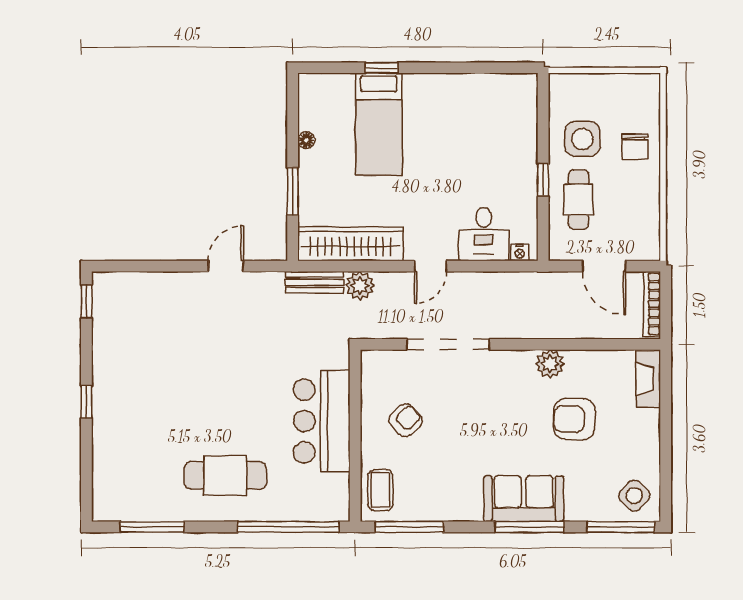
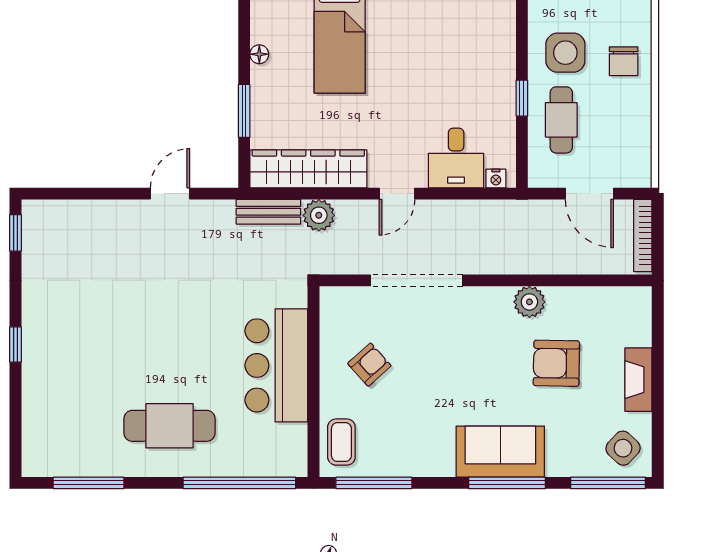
fireplace: (648, 379) -> (638, 380), moved

